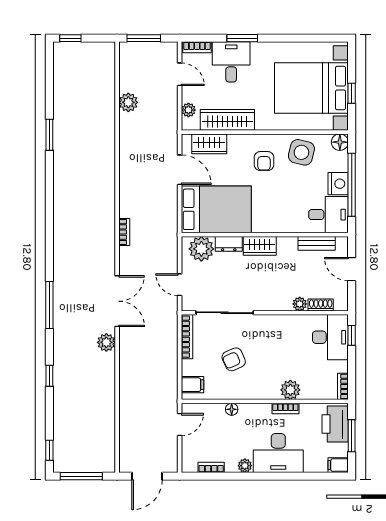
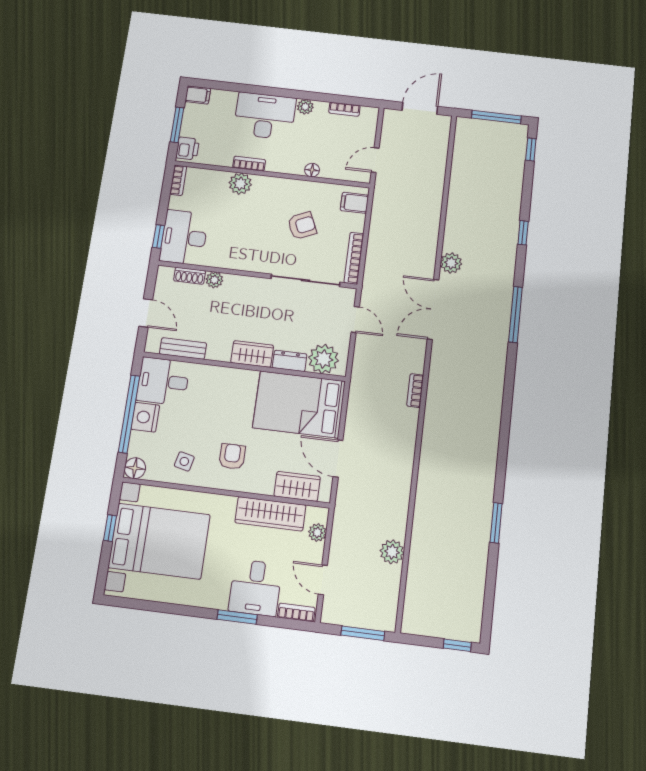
side table: (301, 152) -> (184, 461), width x0.54, depth x0.54
printer: (335, 424) -> (188, 148), width x0.53, depth x0.68

